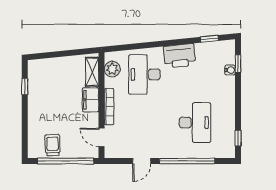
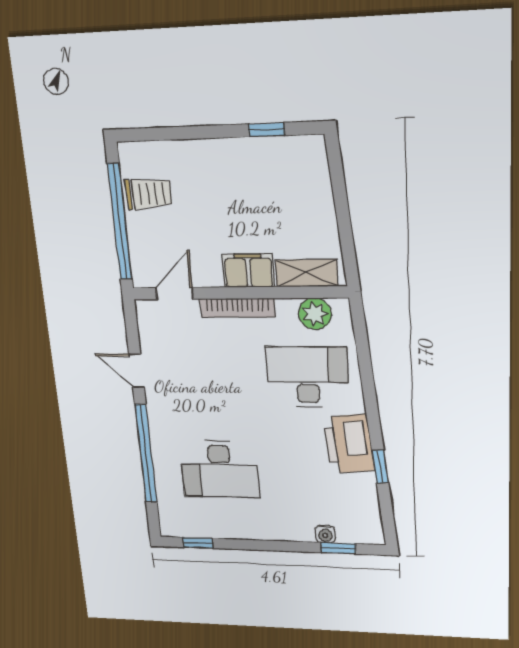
window: (210, 39) -> (380, 467), moved

